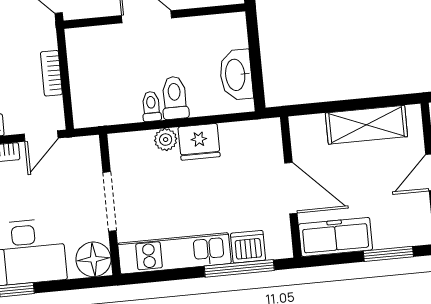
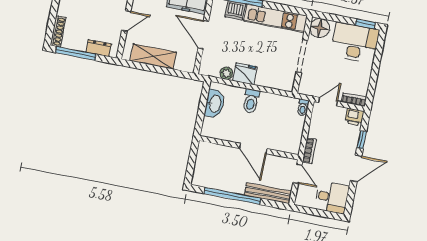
bookcase: (51, 73) -> (309, 151), moved
toilet: (151, 106) -> (303, 108), moved
plant: (166, 140) -> (226, 73), moved

